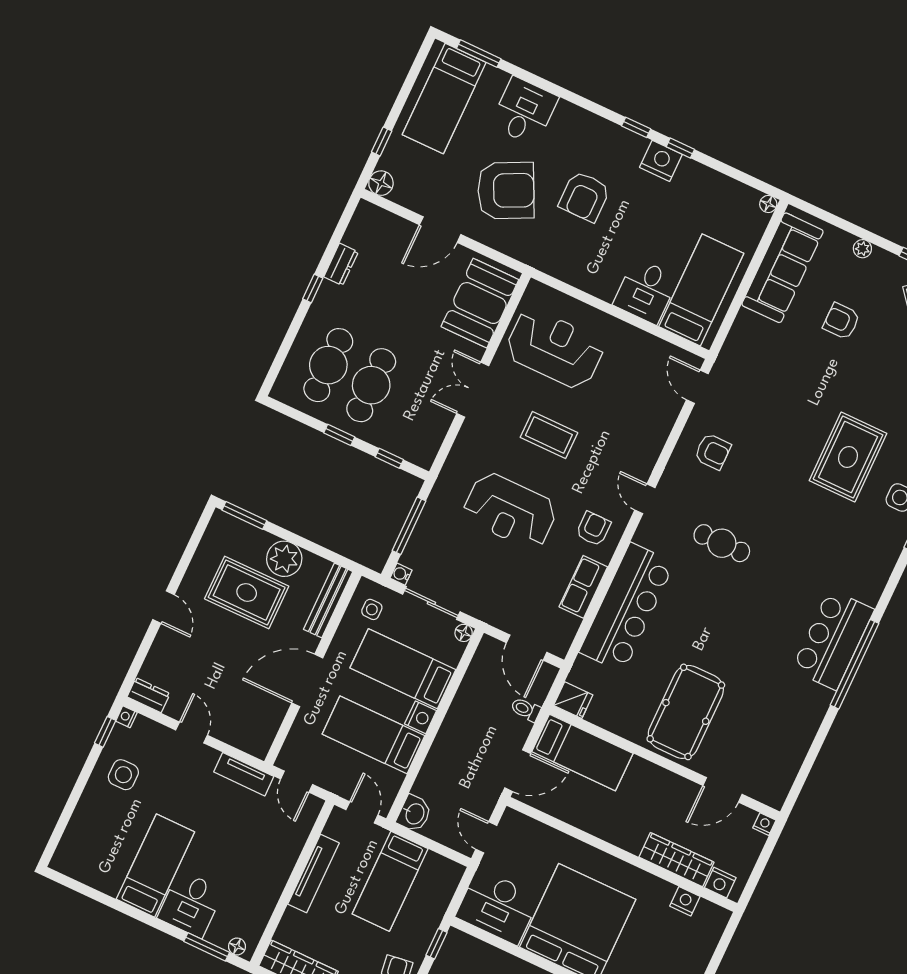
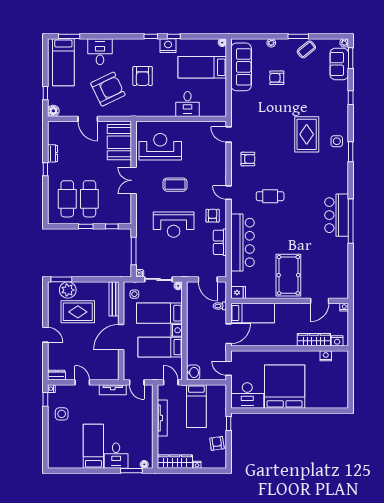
door: (440, 230) -> (88, 119), hinge flipped
bed: (701, 290) -> (202, 67), moved, turned -90
plant: (284, 559) -> (68, 290), moved

